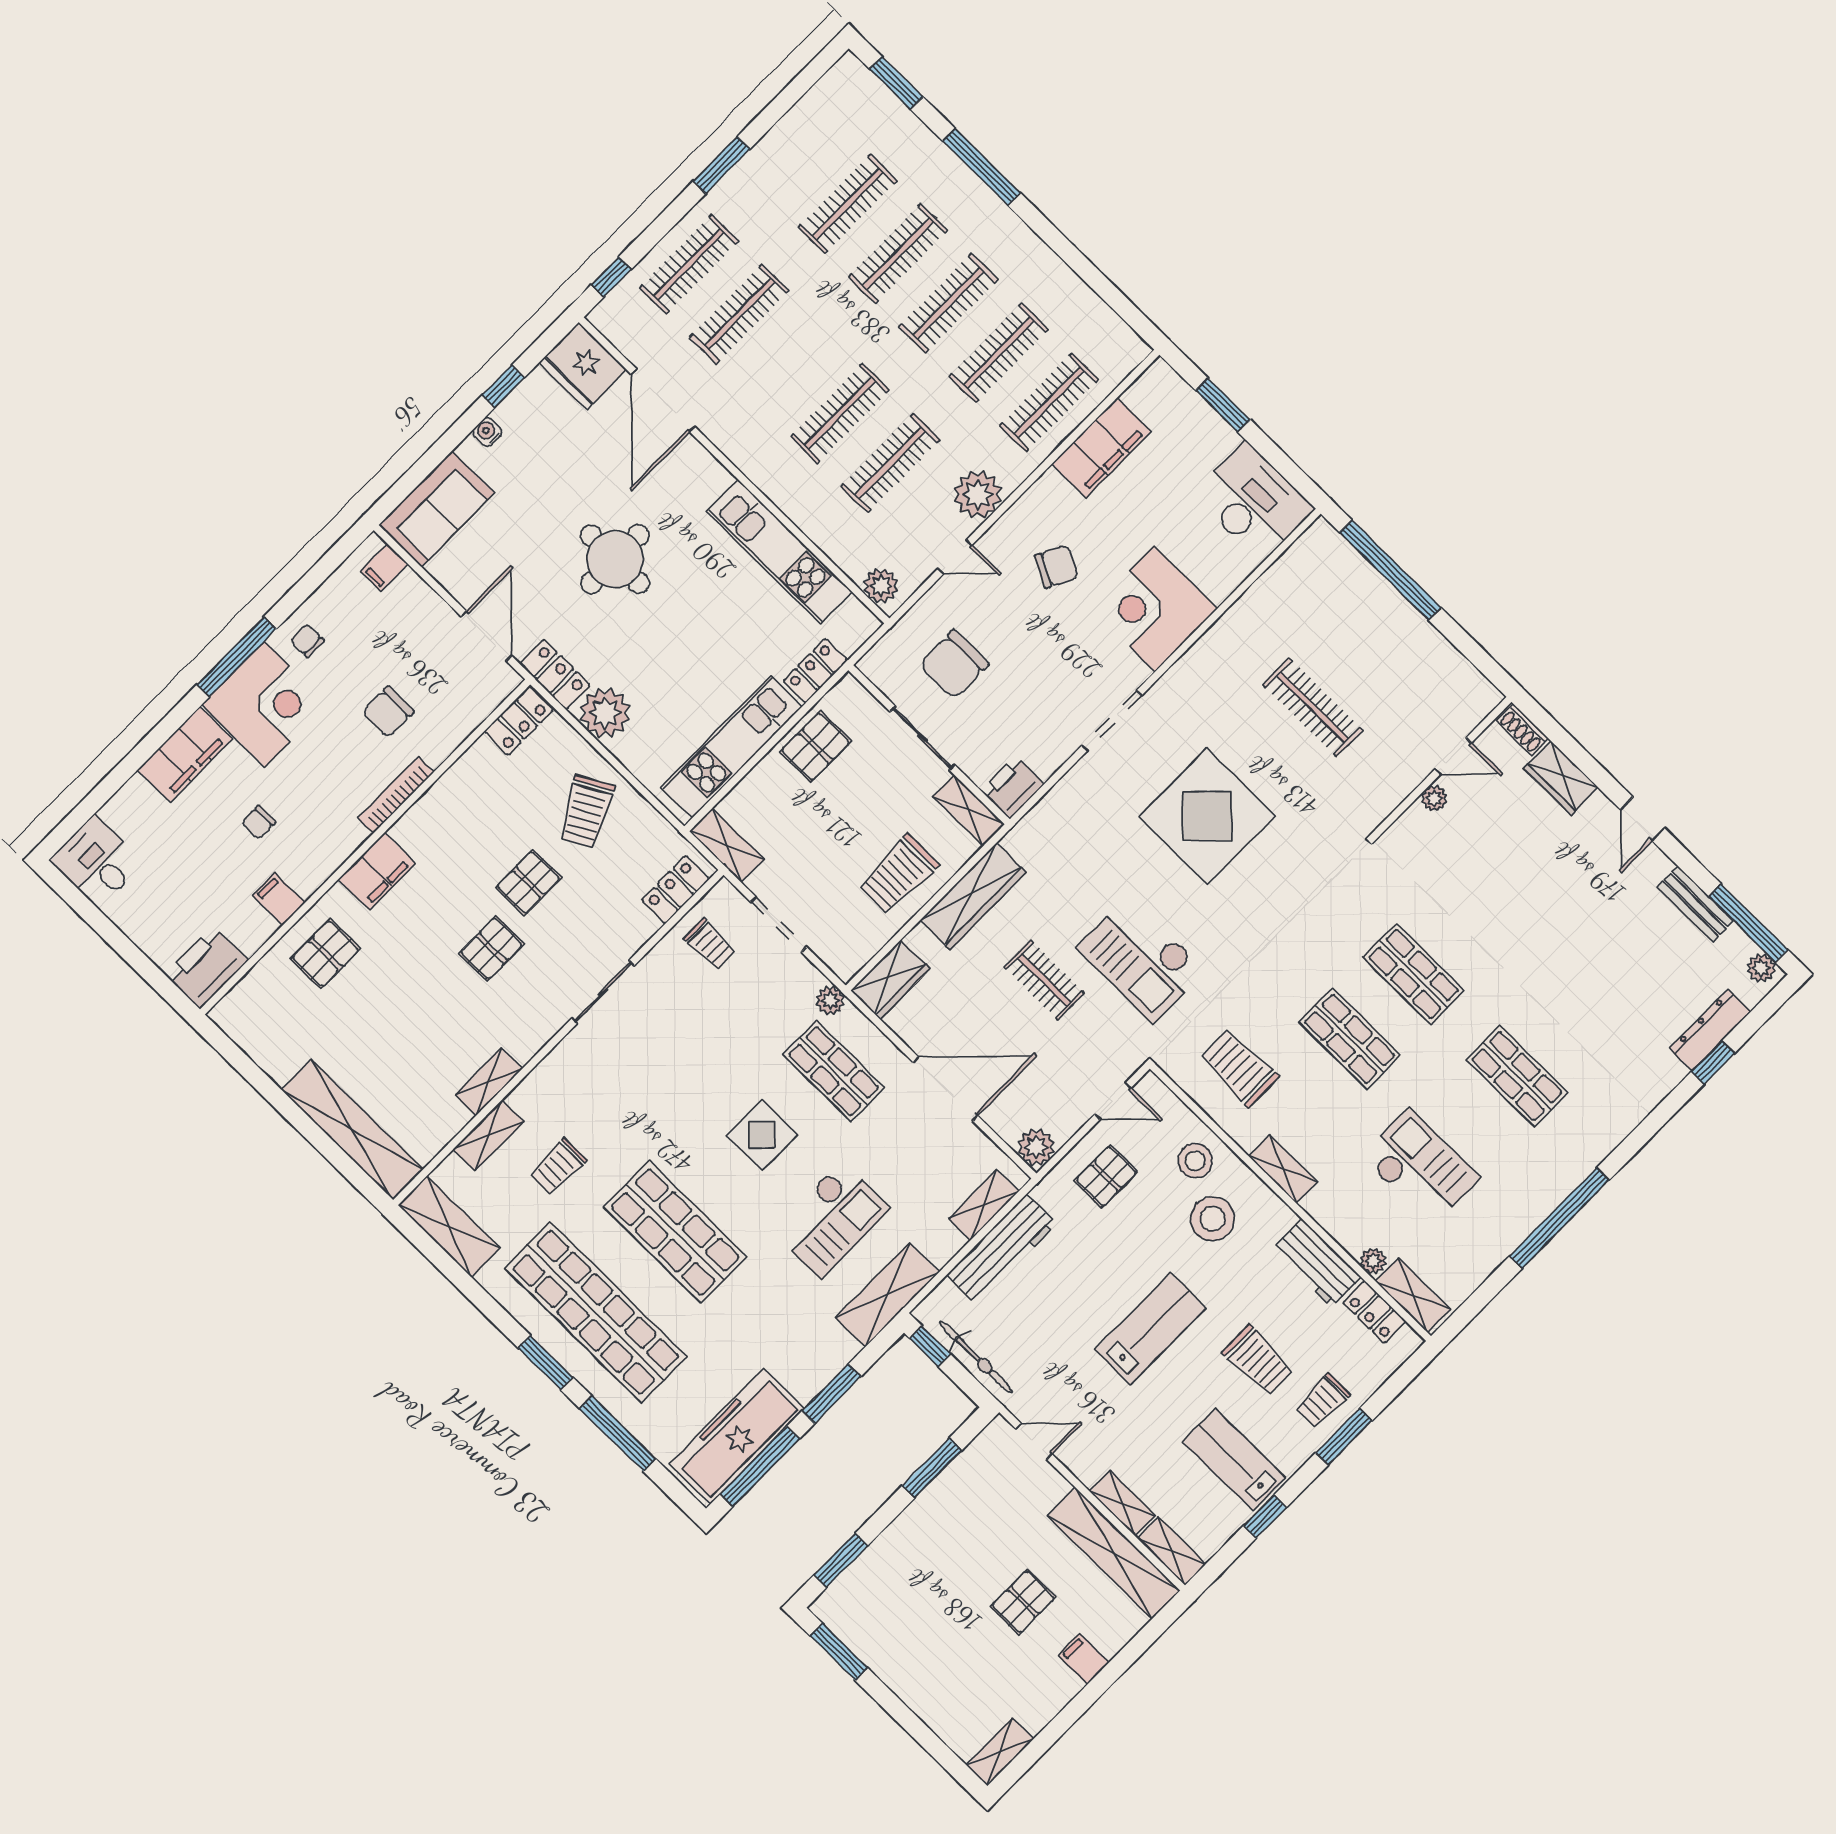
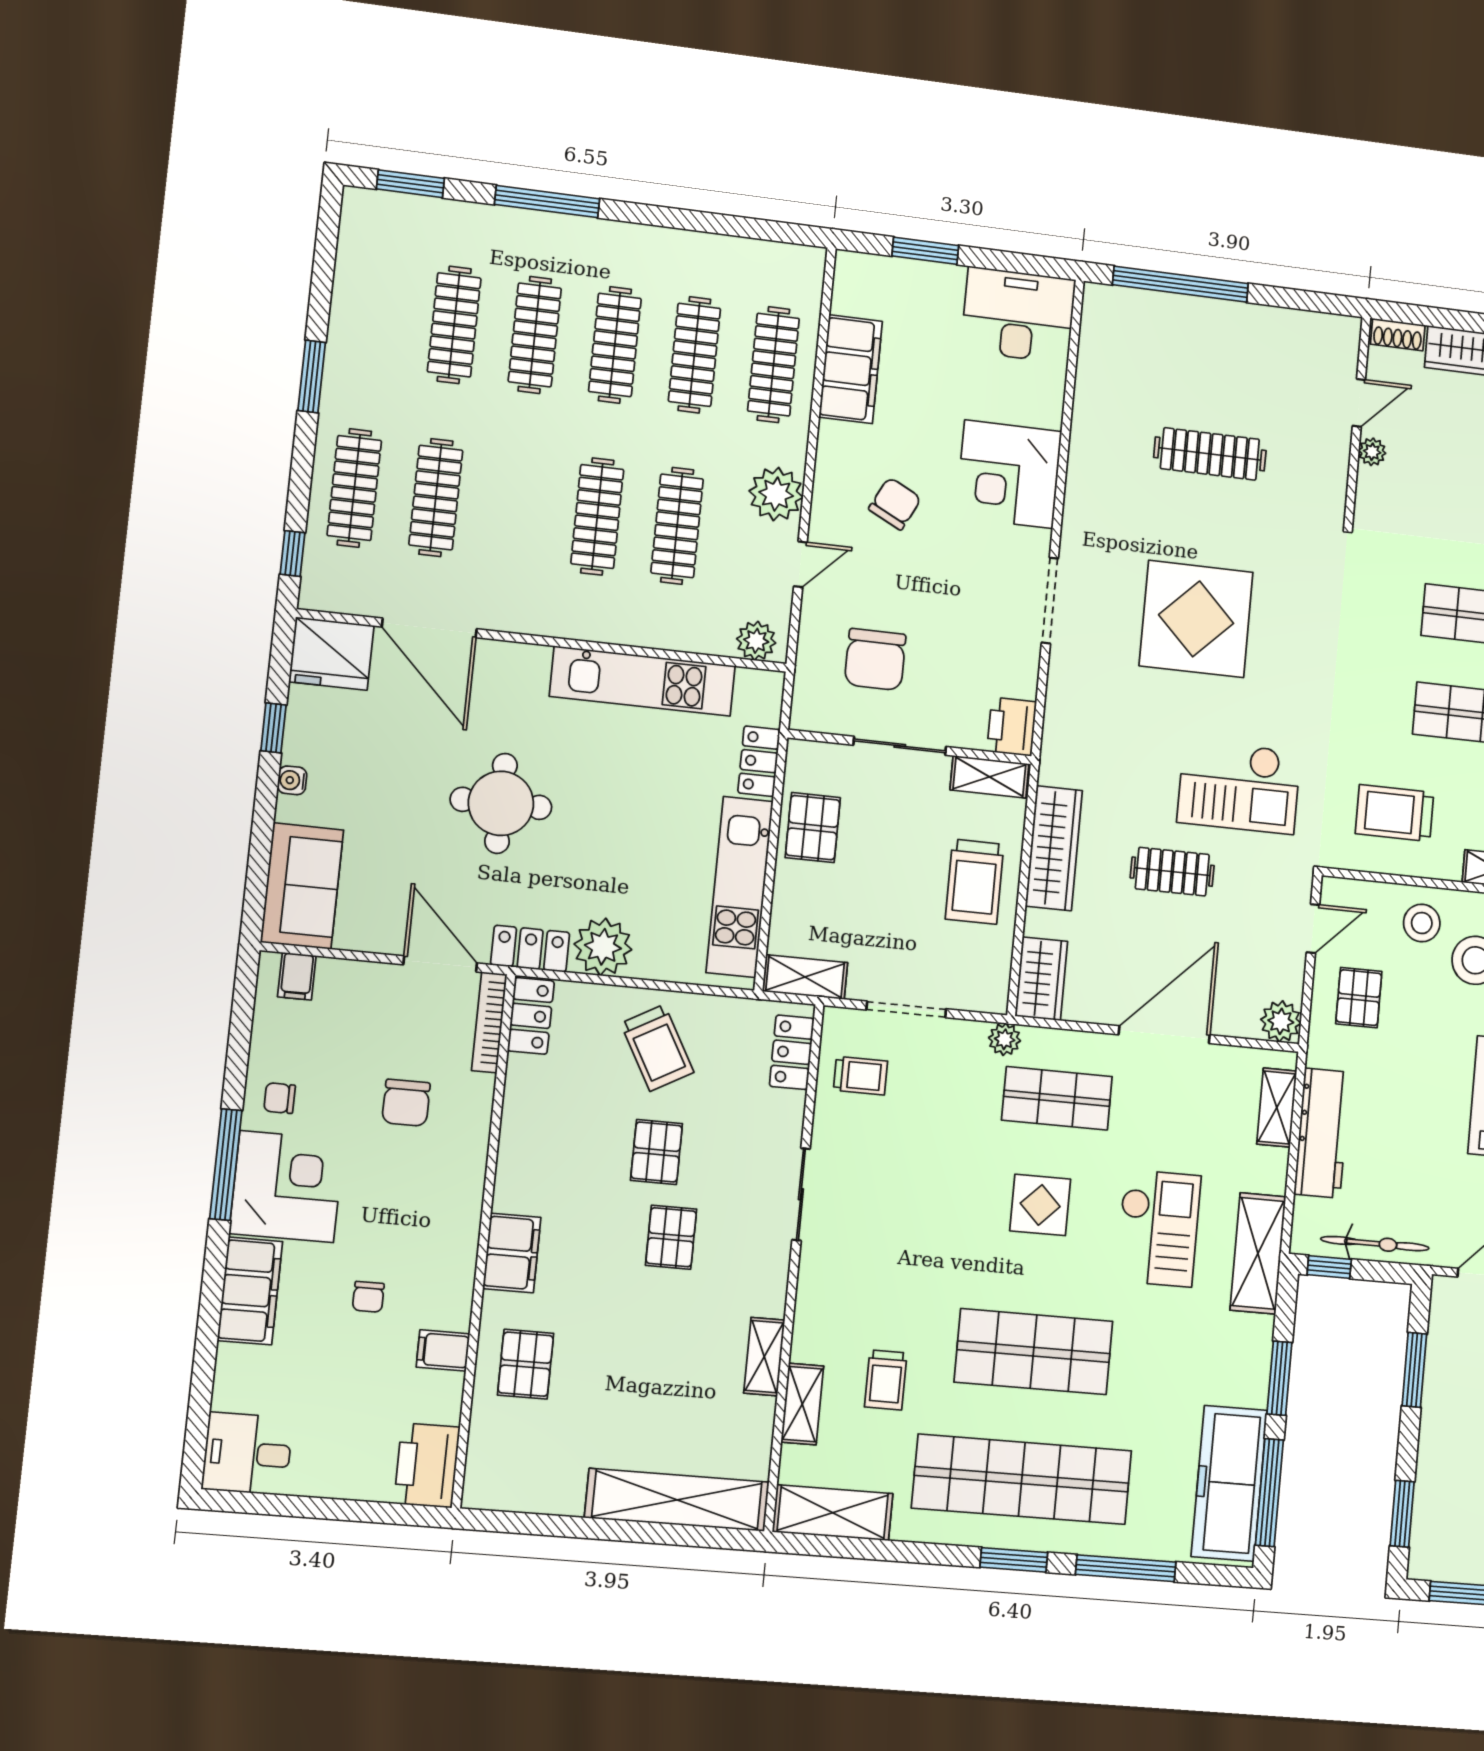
bookcase: (396, 795) -> (489, 1022), moved

